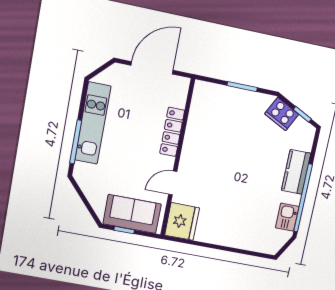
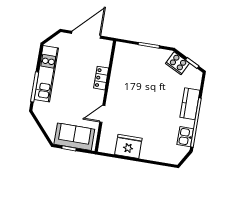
locker: (172, 132) -> (101, 78), width x0.66
fridge: (182, 221) -> (128, 146), moved, turned -90

